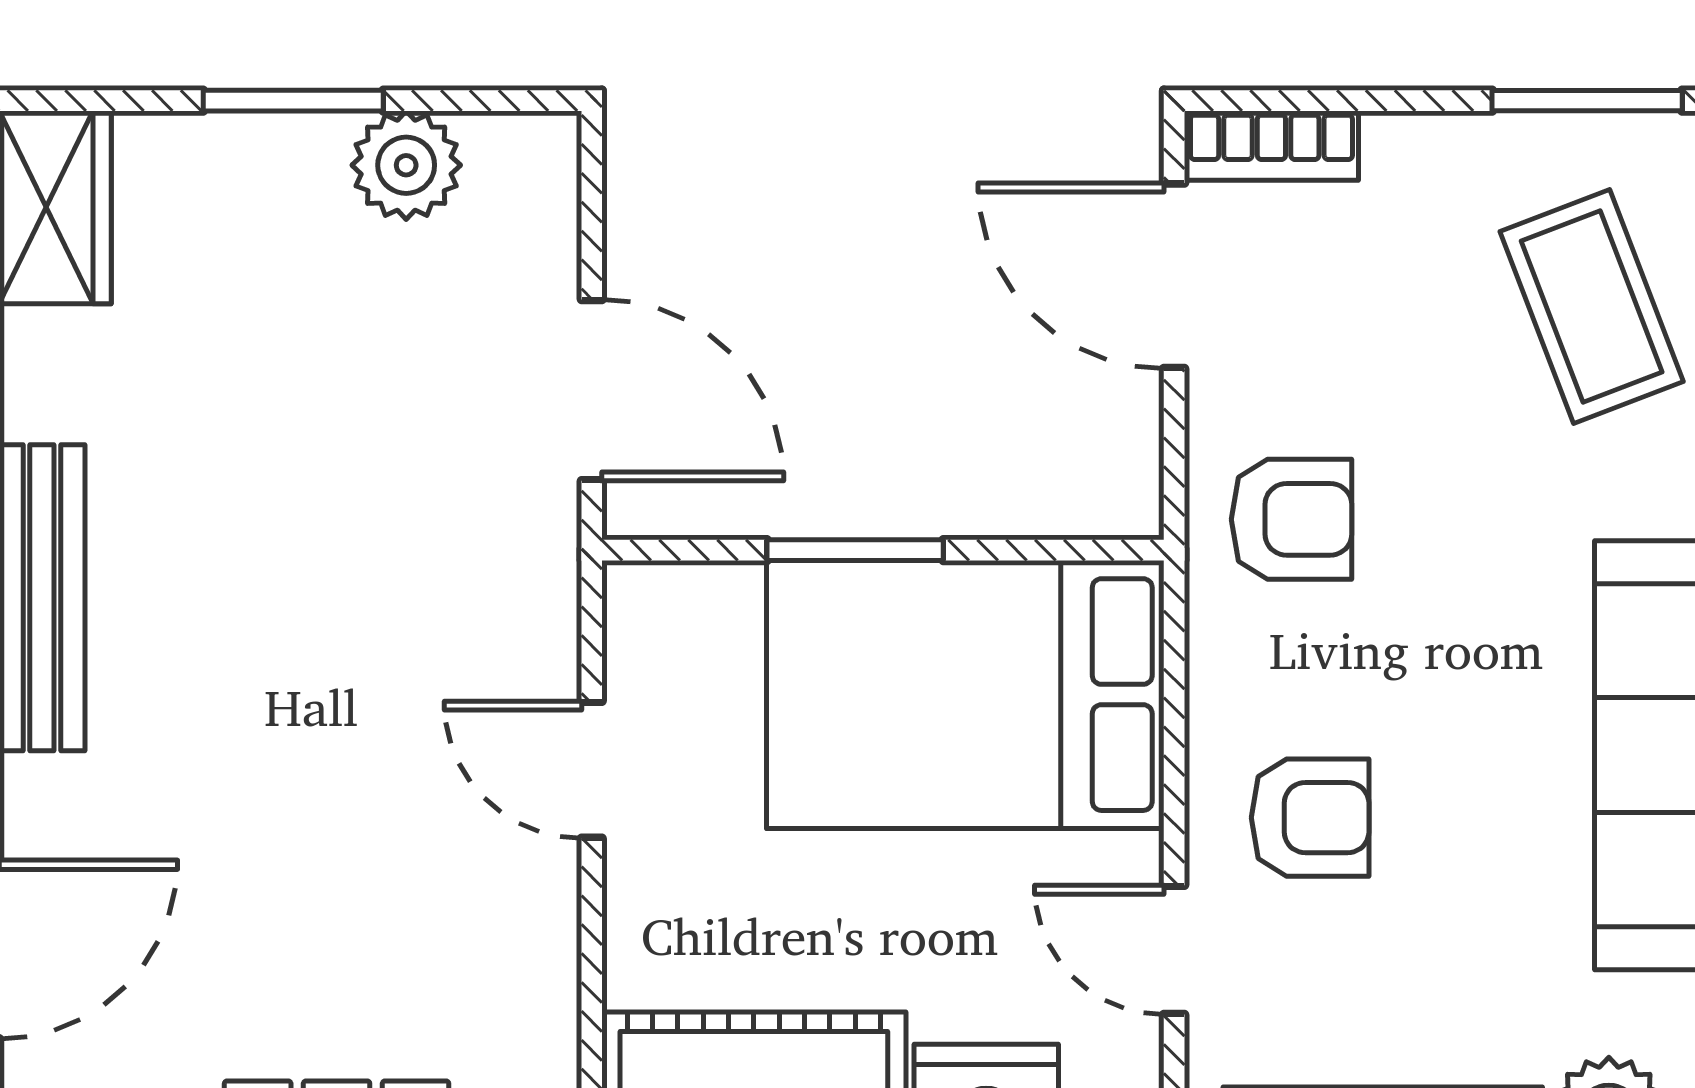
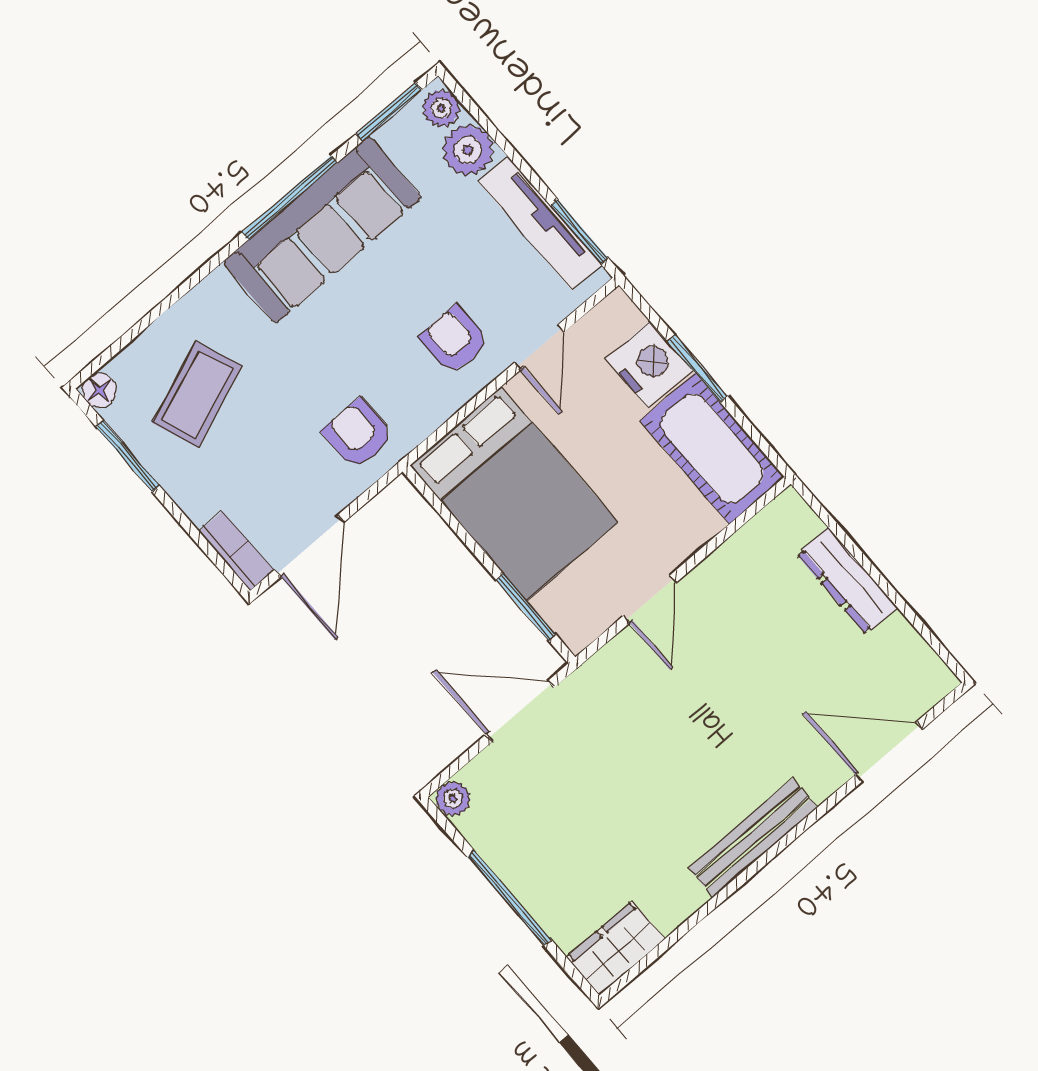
window: (293, 101) -> (509, 898), width x1.44
plant: (406, 165) -> (453, 799), moved, width x0.73, depth x0.73
door: (592, 390) -> (520, 711), hinge flipped
window: (855, 550) -> (526, 607), moved

